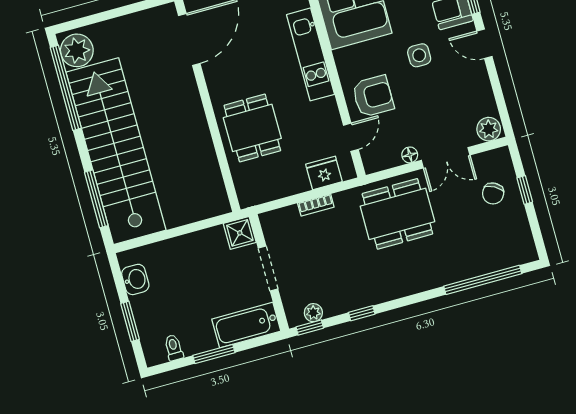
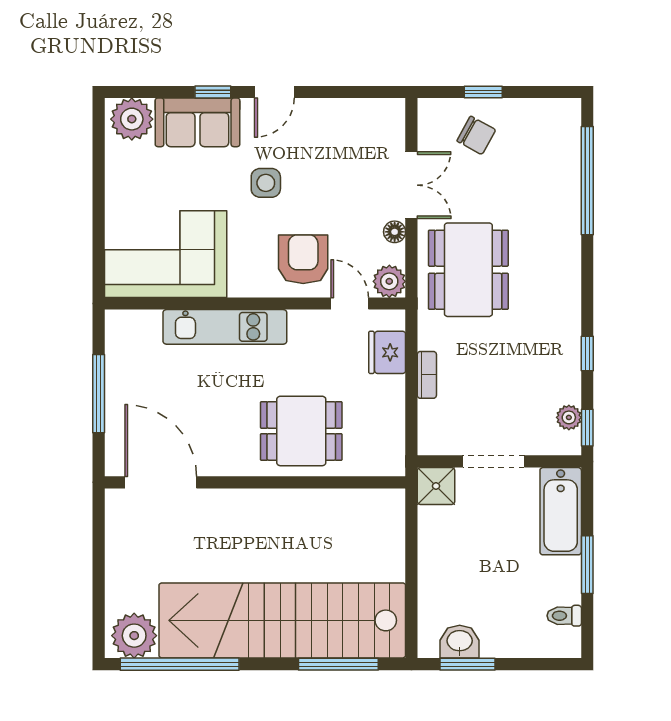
plant: (489, 129) -> (389, 281), moved
window: (130, 321) -> (468, 664), moved

